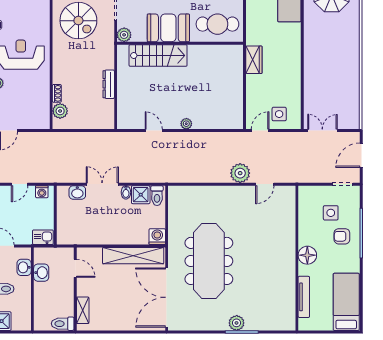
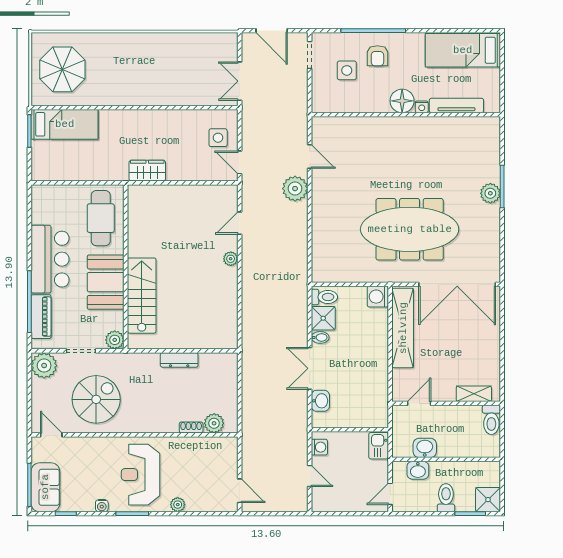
door: (154, 131) -> (240, 223), moved
nightstand: (303, 270) -> (422, 107), added

